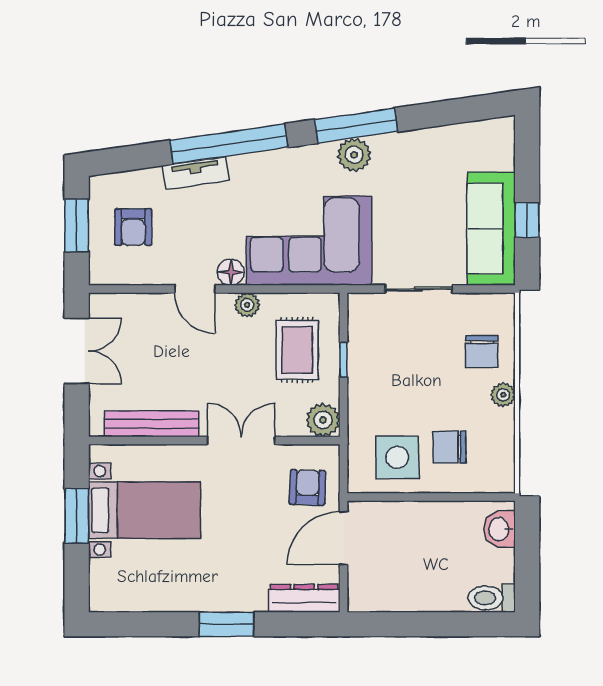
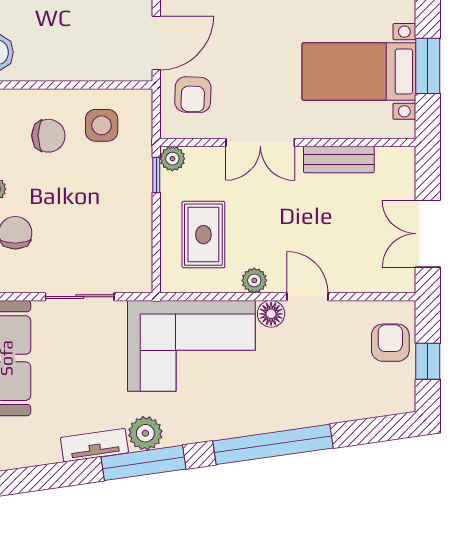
tv unit: (196, 173) -> (94, 445), moved
window: (77, 225) -> (428, 361), width x0.67
armchair: (133, 227) -> (390, 343), moved
window: (343, 360) -> (156, 175), moved
plant: (323, 420) -> (172, 159), width x0.73, depth x0.73
bench: (152, 424) -> (339, 159), width x0.73
side table: (397, 457) -> (102, 125), width x0.73, depth x0.73

